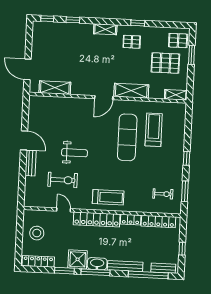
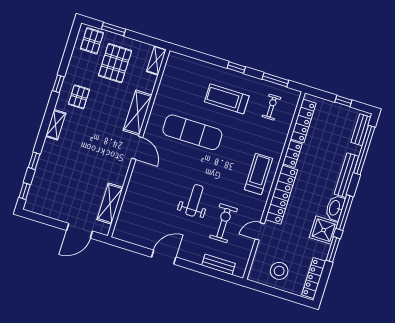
treadmill: (154, 130) -> (227, 99), moved
bench: (31, 163) -> (219, 264), moved

